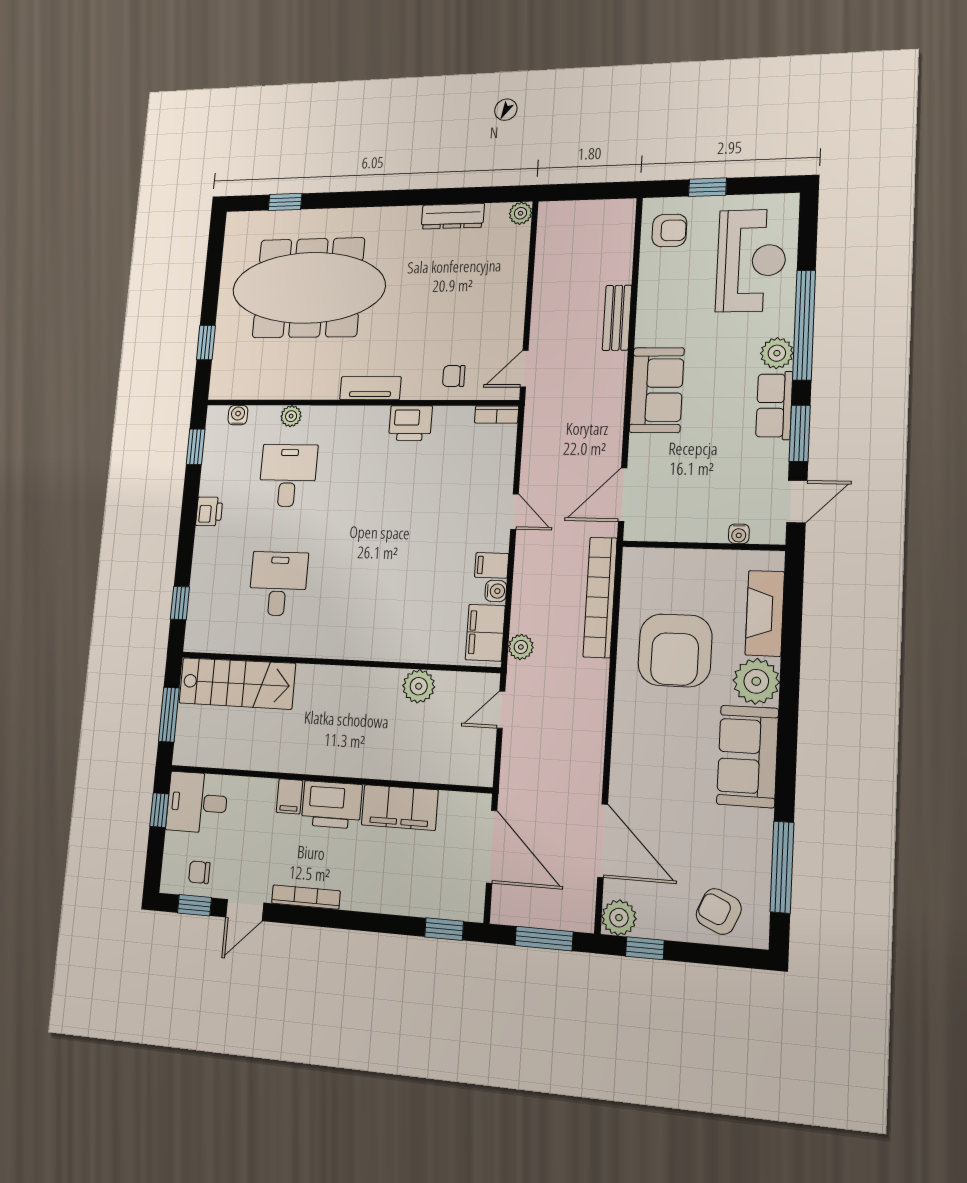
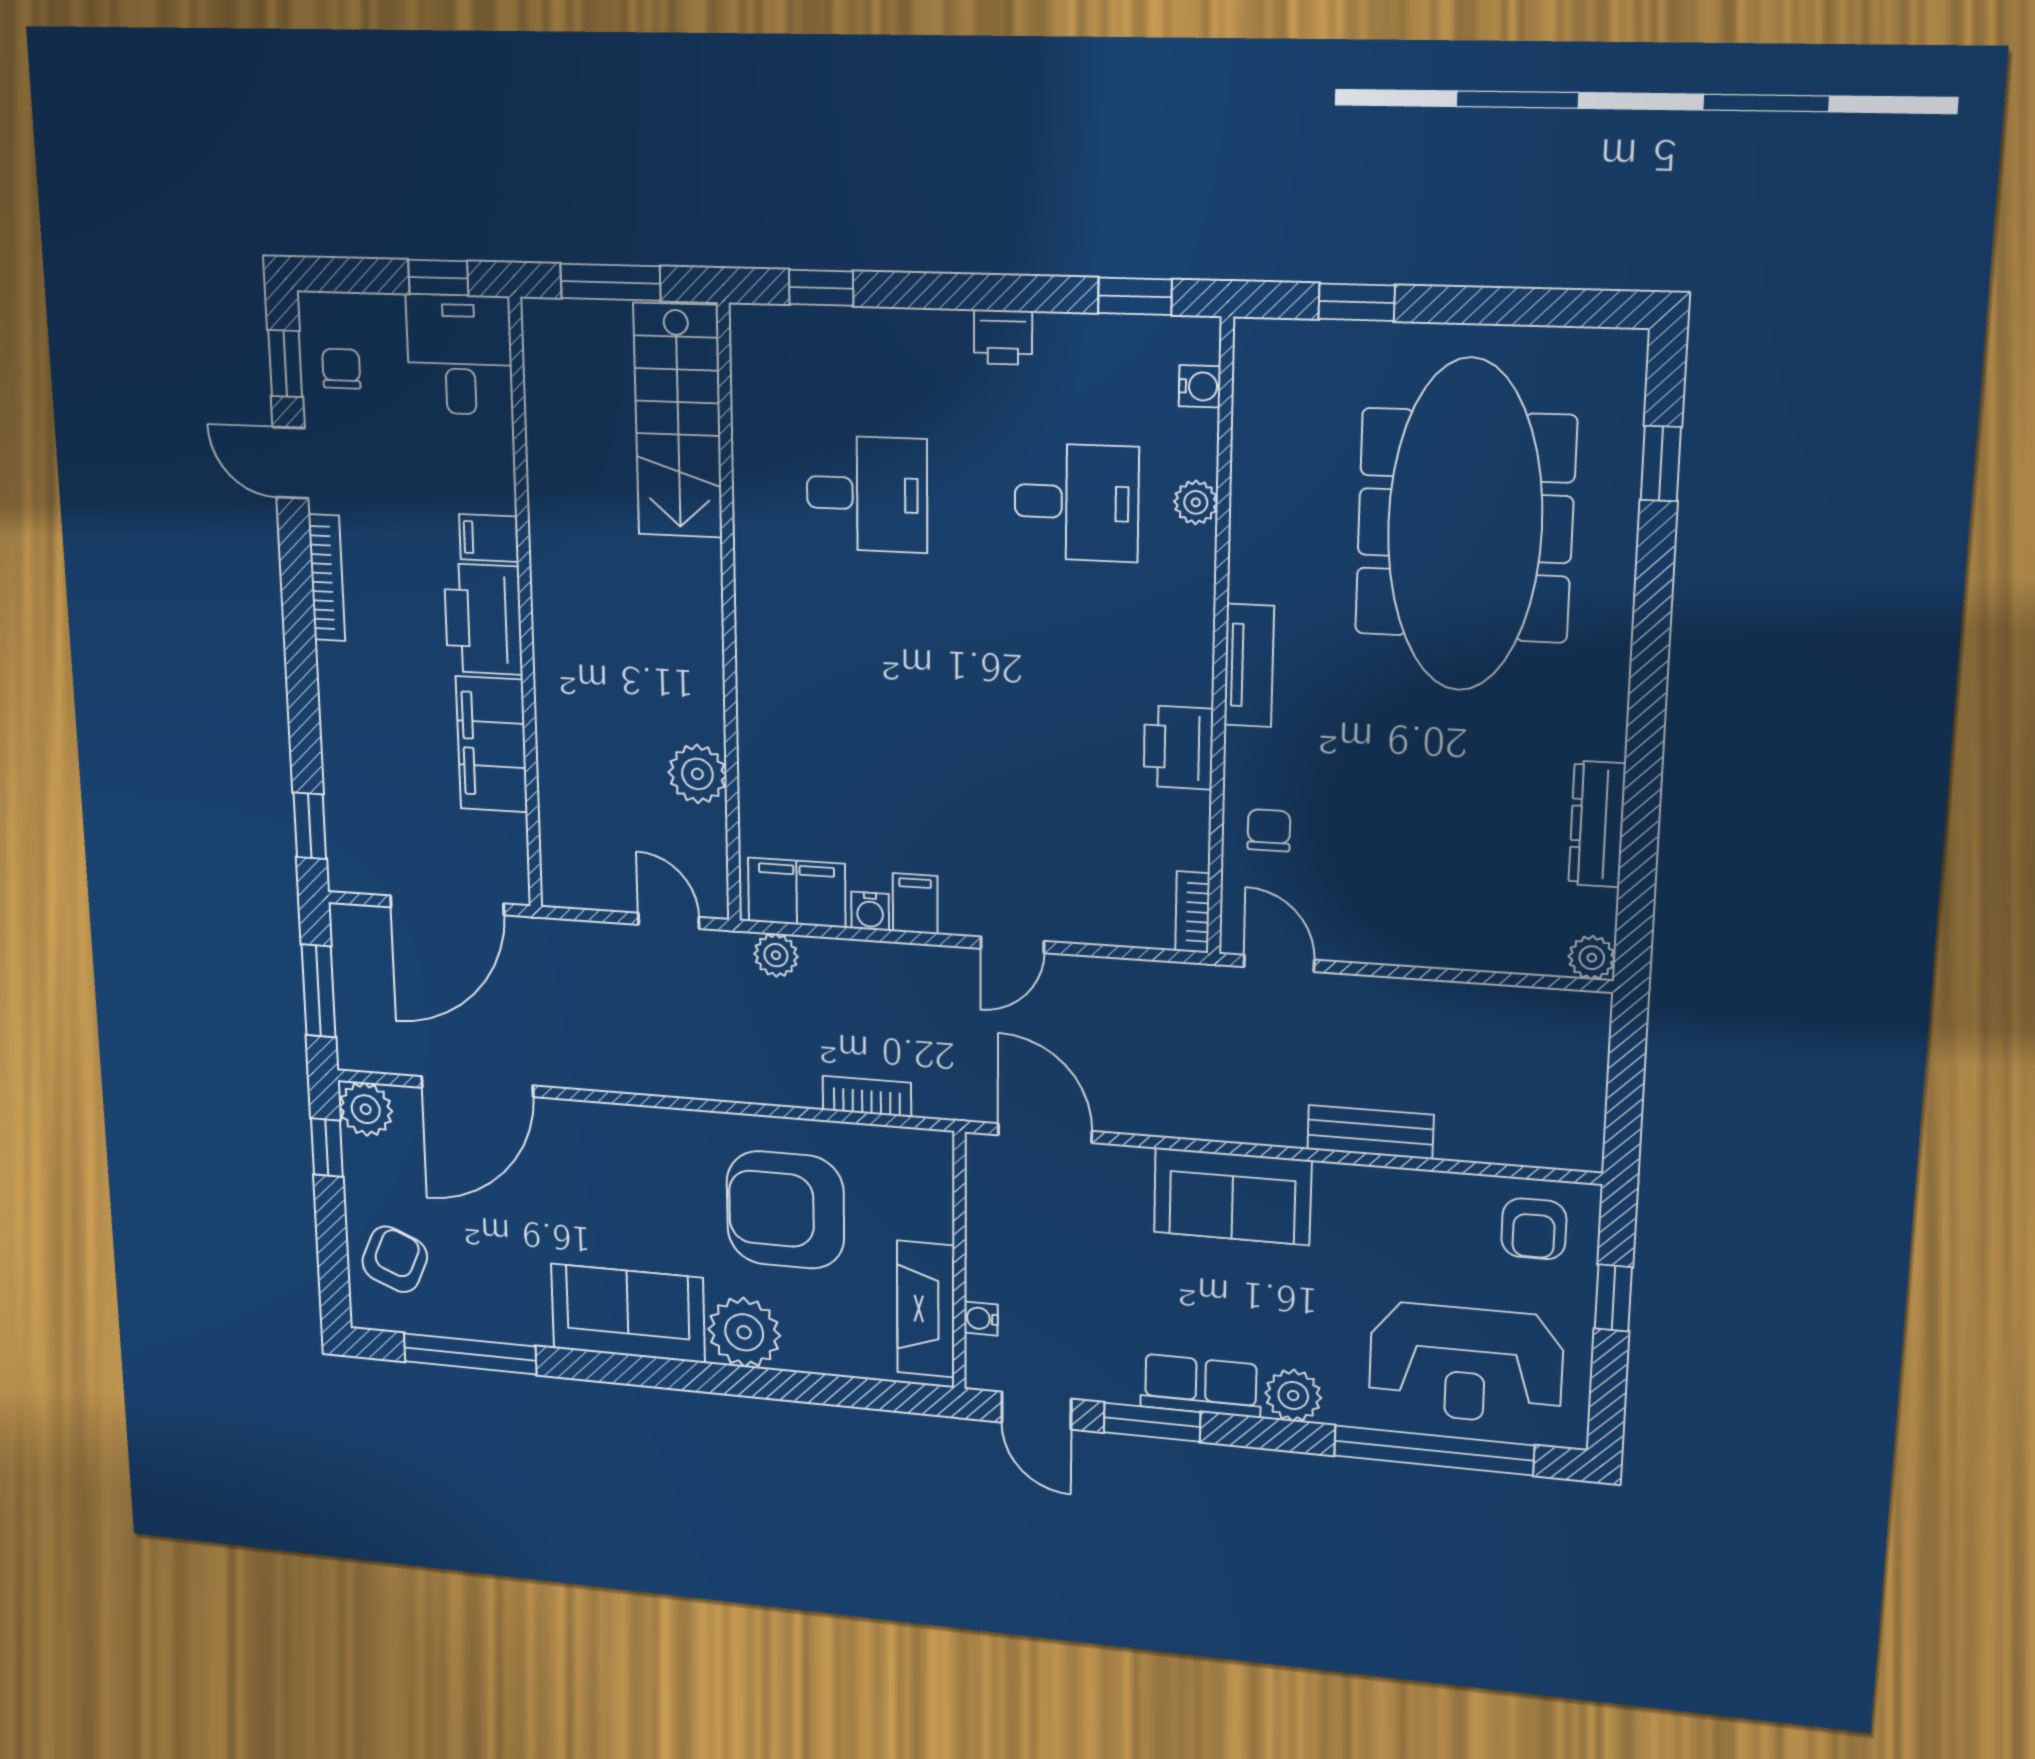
window: (804, 325) -> (1434, 1450), moved
bookcase: (600, 597) -> (867, 1096), width x0.43, depth x0.76
fireplace: (765, 613) -> (926, 1309), moved, turned -90

